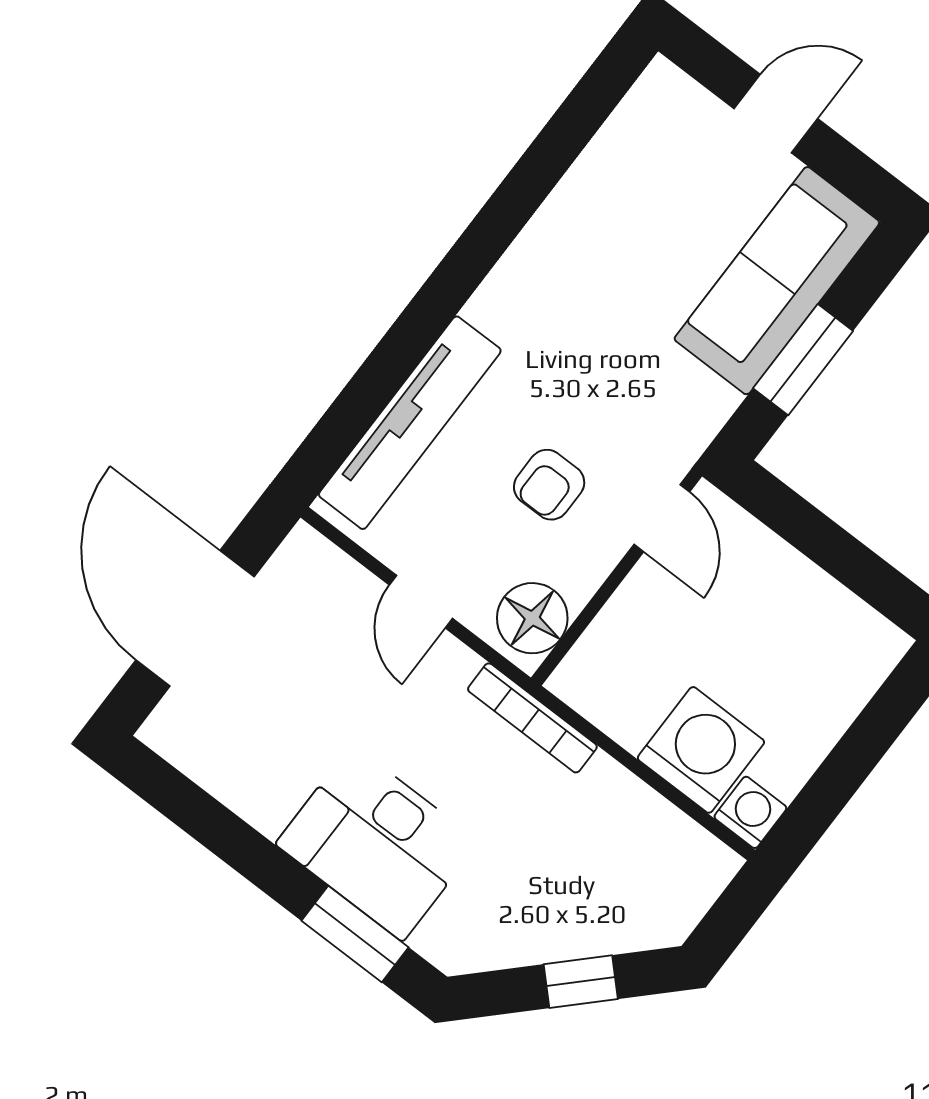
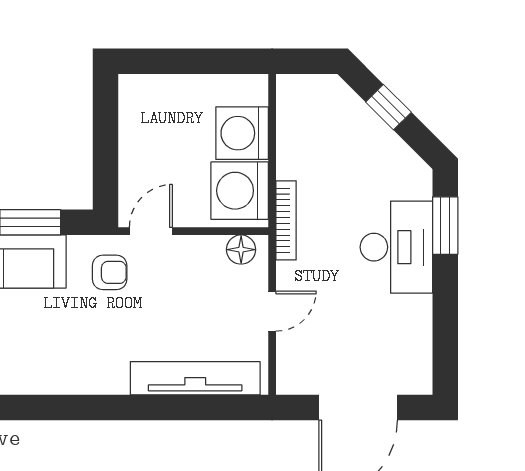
armchair: (549, 485) -> (110, 272), moved
floor lamp: (532, 618) -> (241, 250), width x0.73, depth x0.73
washing machine: (750, 812) -> (240, 191), moved, width x1.89, depth x1.89

